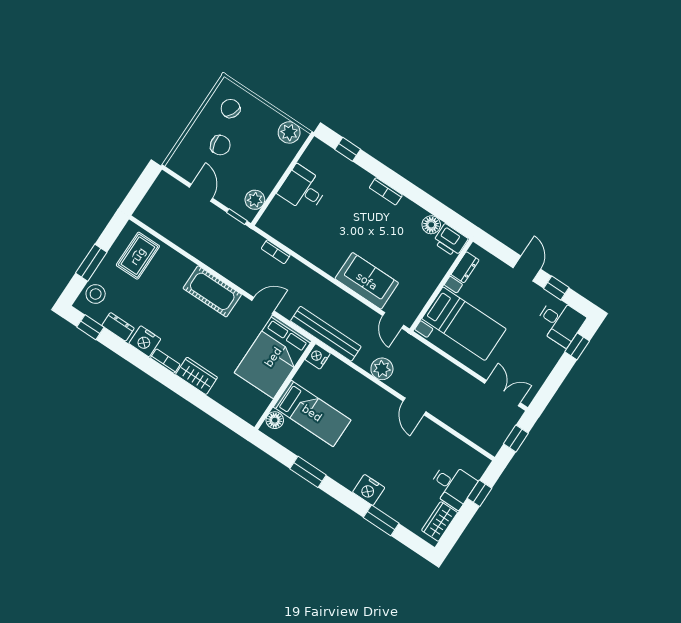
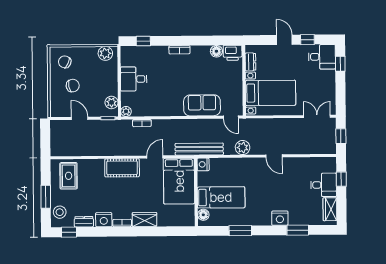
plant: (266, 224) -> (126, 111), added

